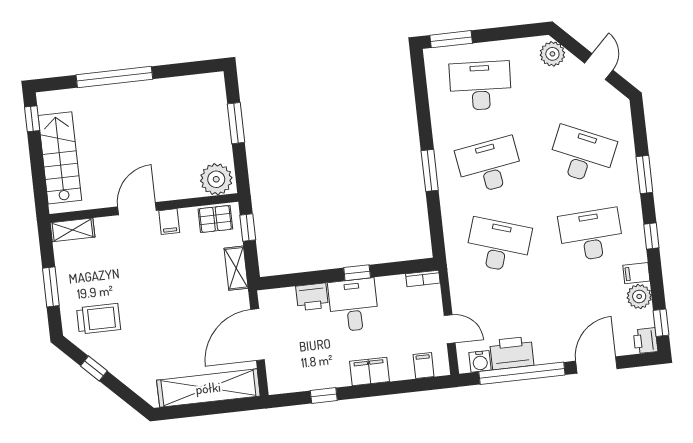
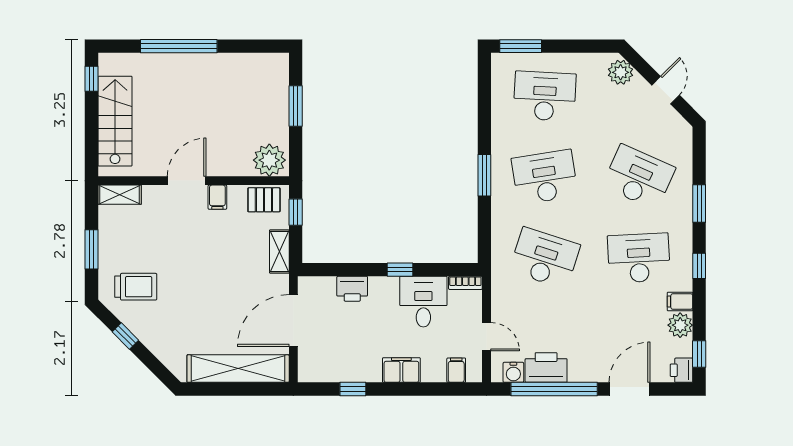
desk: (353, 305) -> (423, 302), moved

